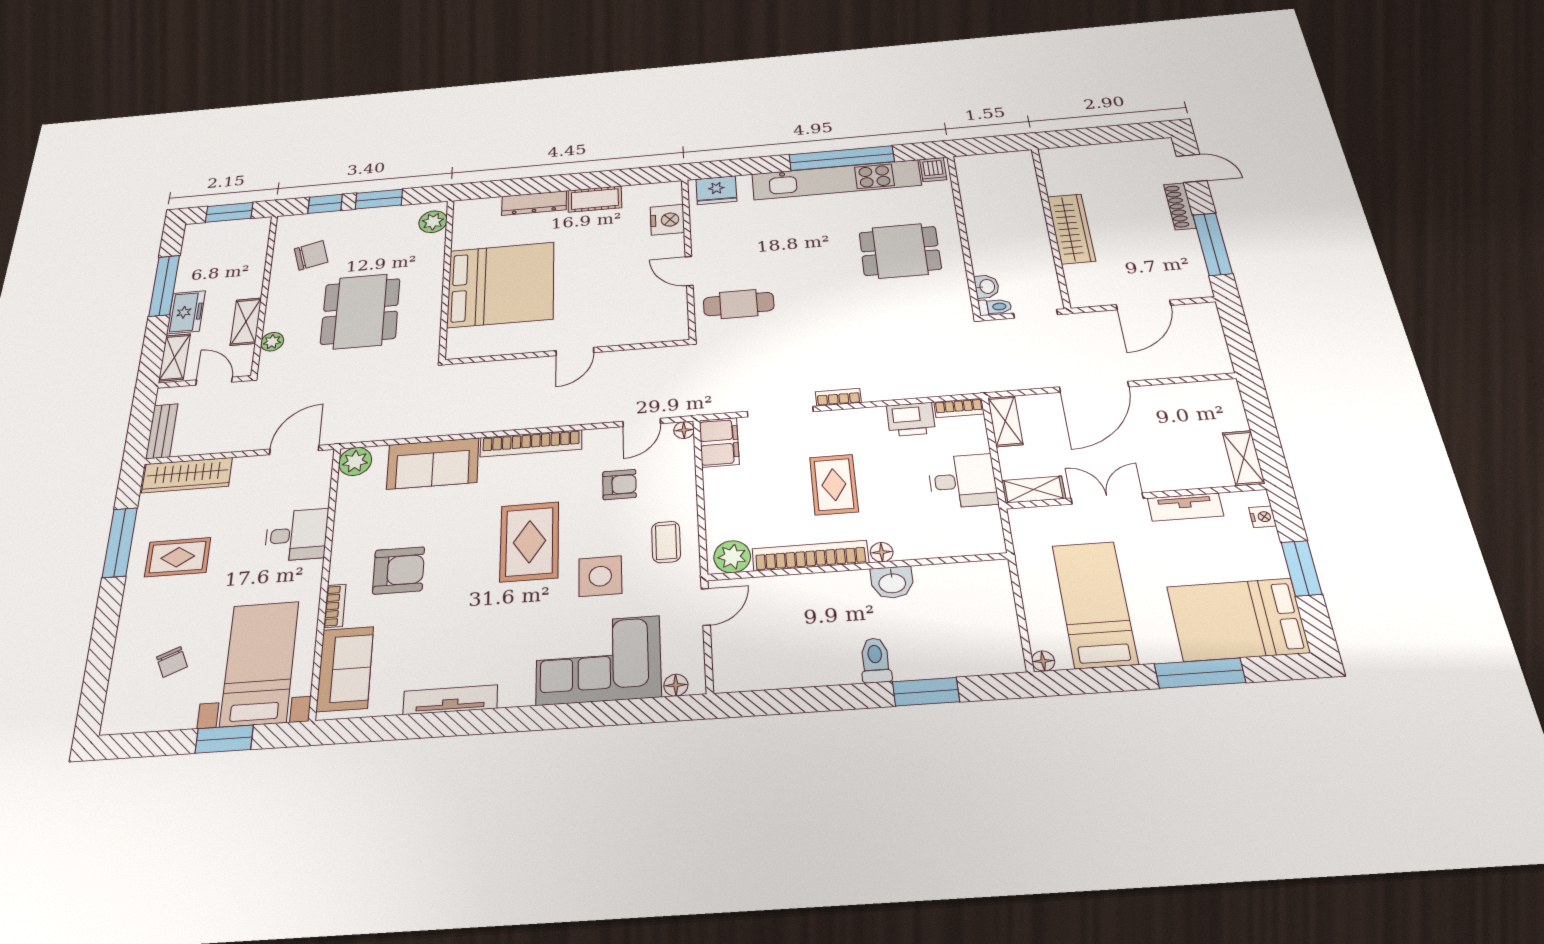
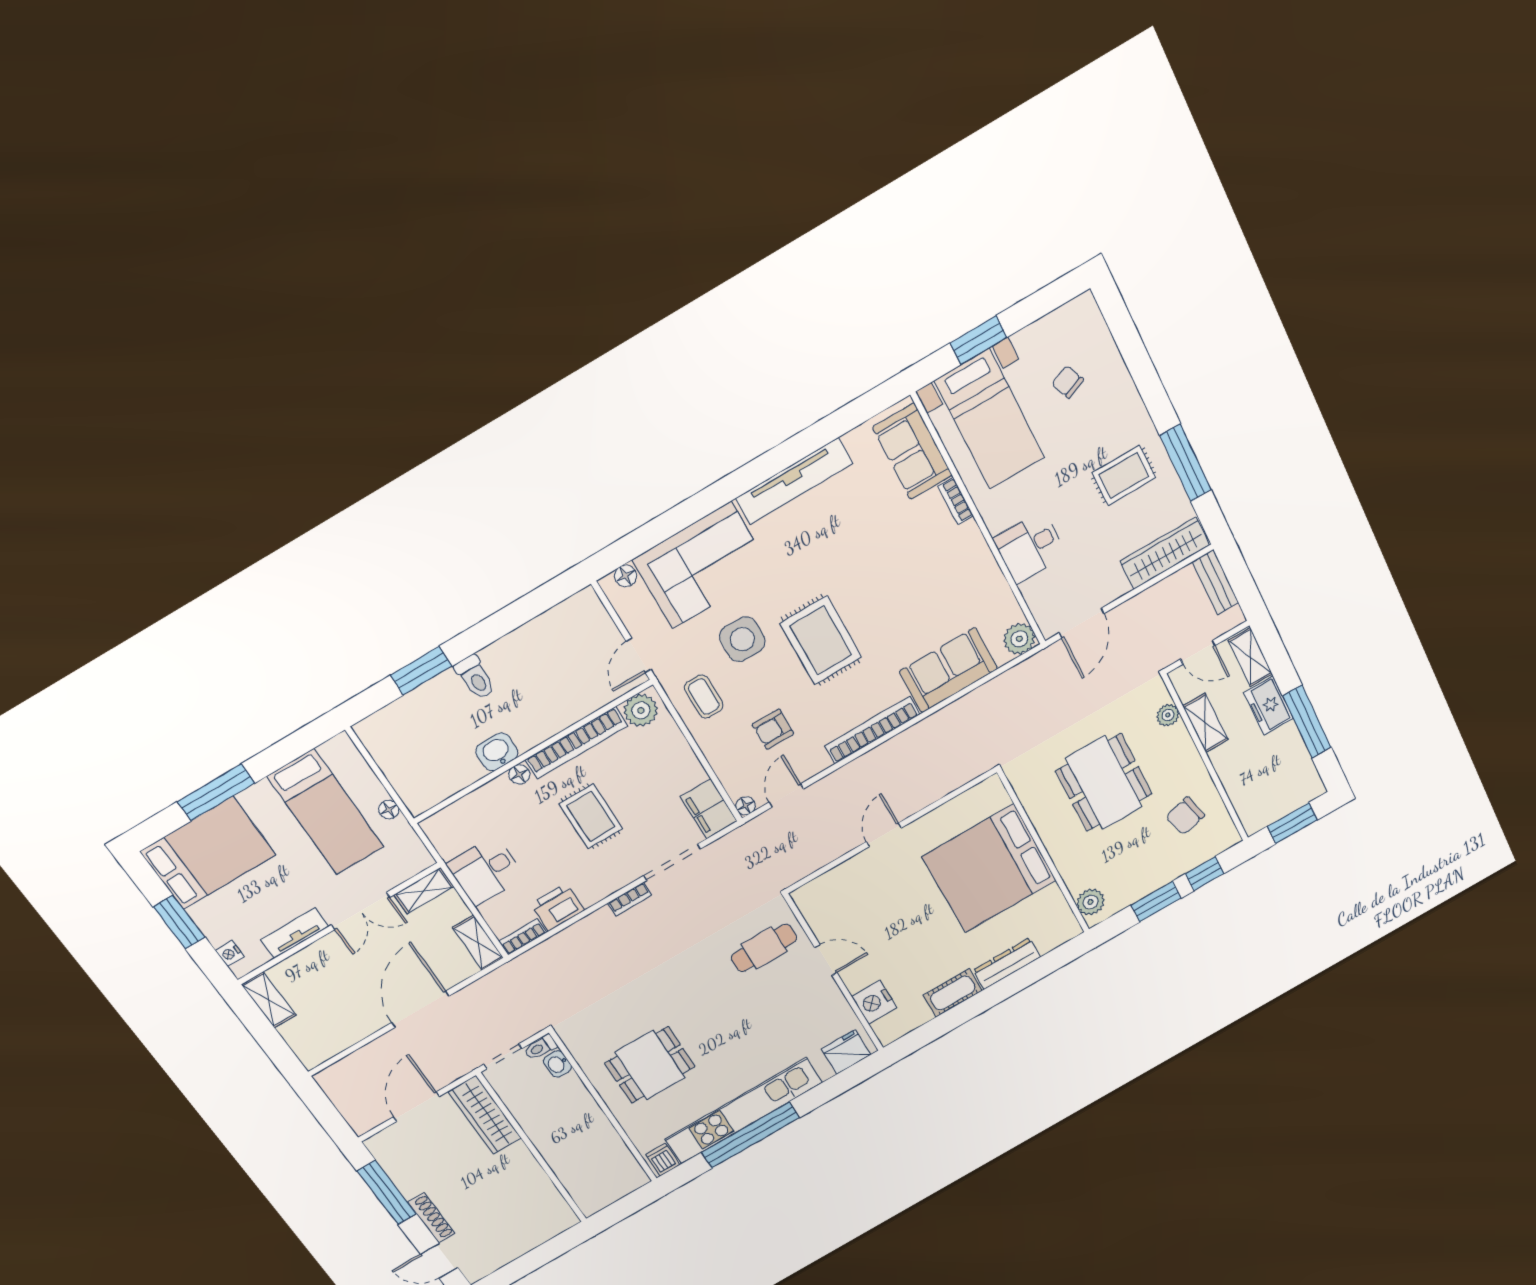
wardrobe: (1071, 229) -> (485, 1115), moved
armchair: (399, 570) -> (919, 560), removed
floor lamp: (1043, 661) -> (389, 810), moved
tv unit: (450, 700) -> (794, 481), width x1.36, depth x1.29

